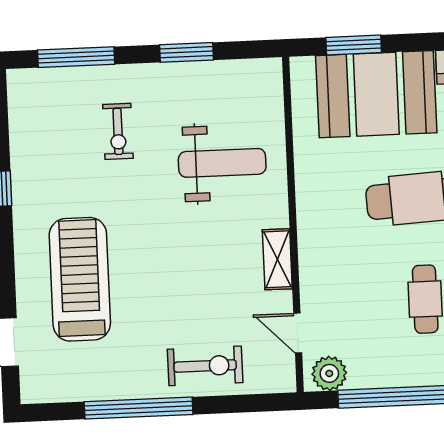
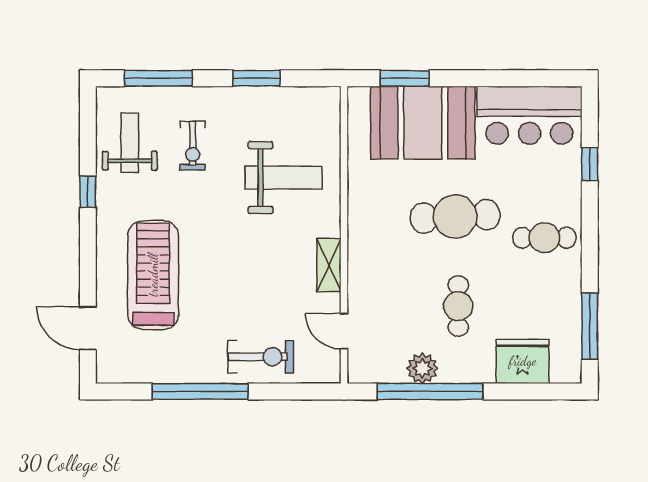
weight bench: (47, 131) -> (130, 143), added
plant: (329, 373) -> (422, 368), moved

